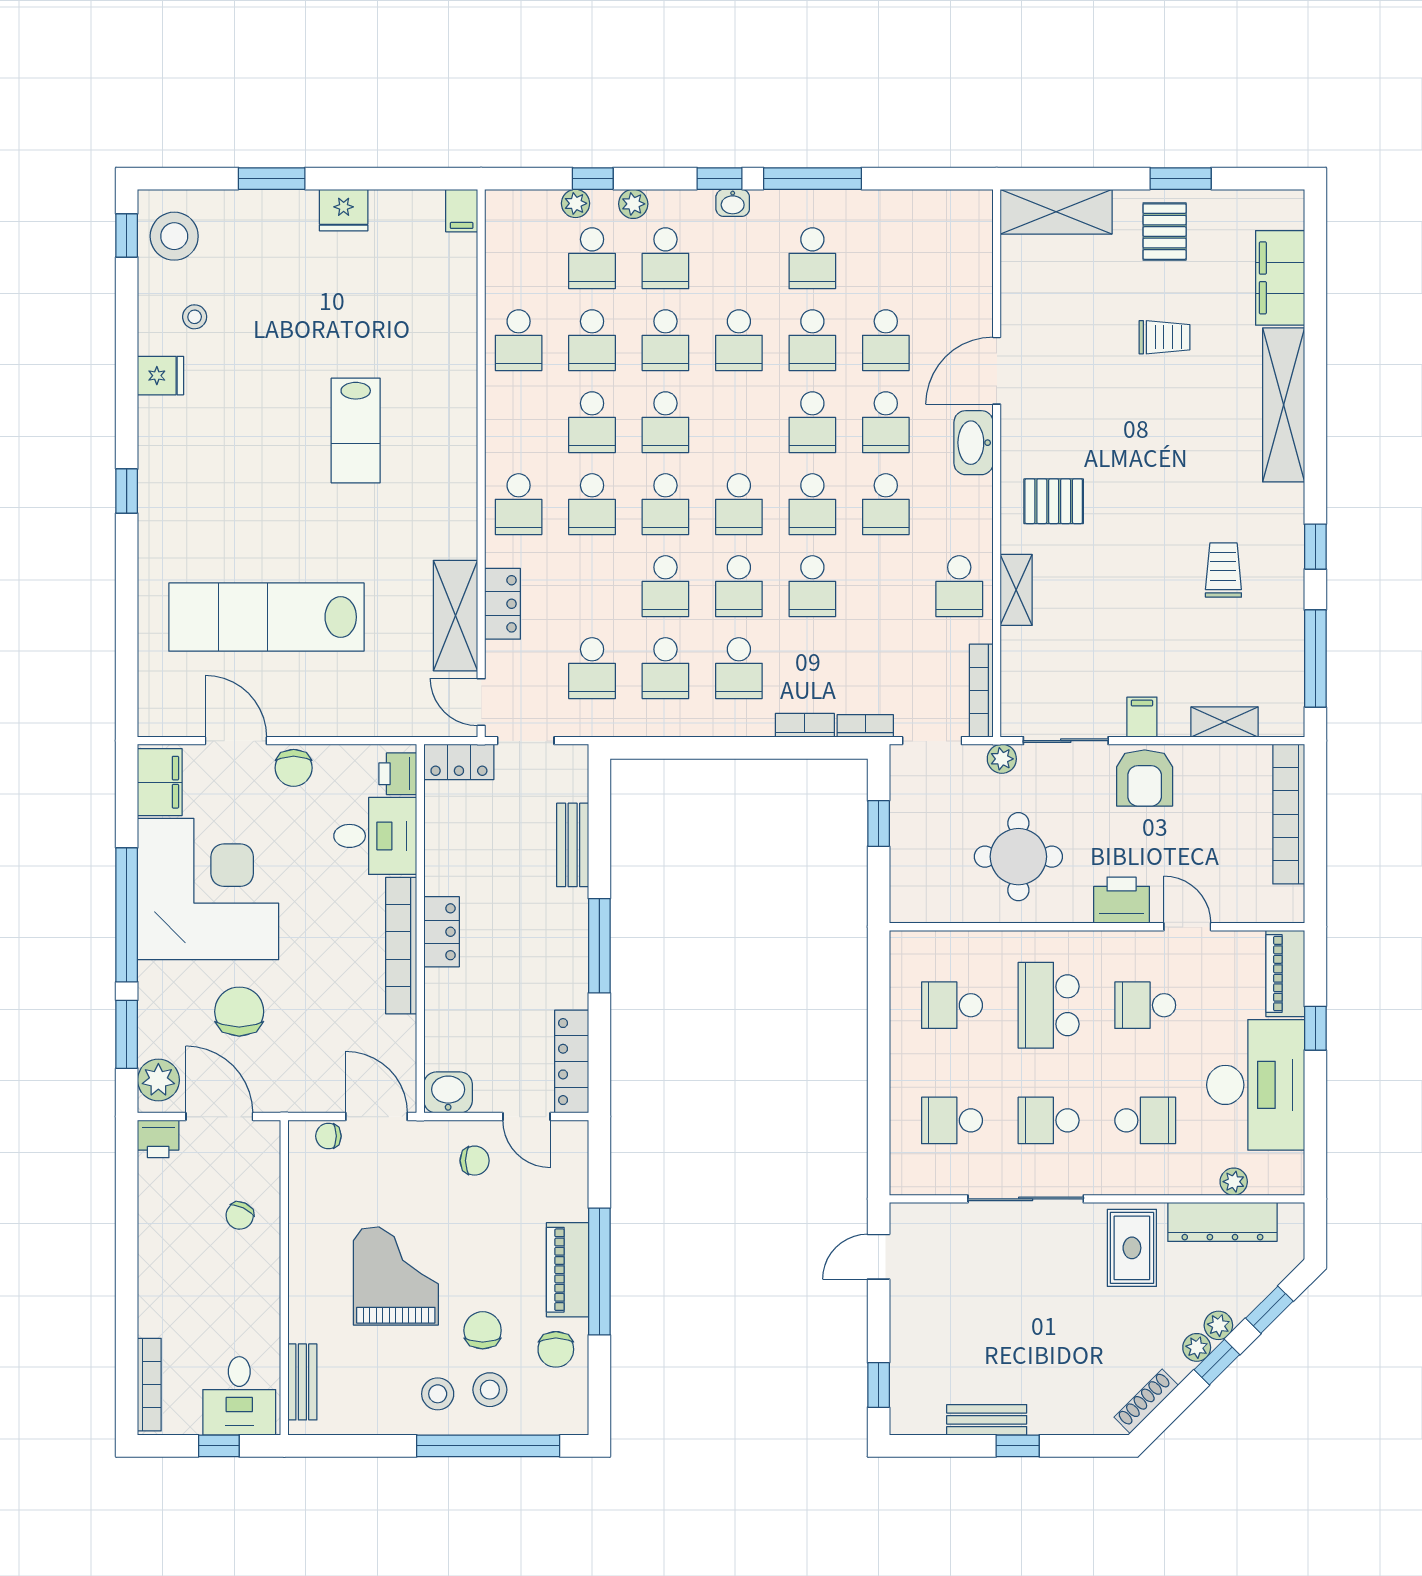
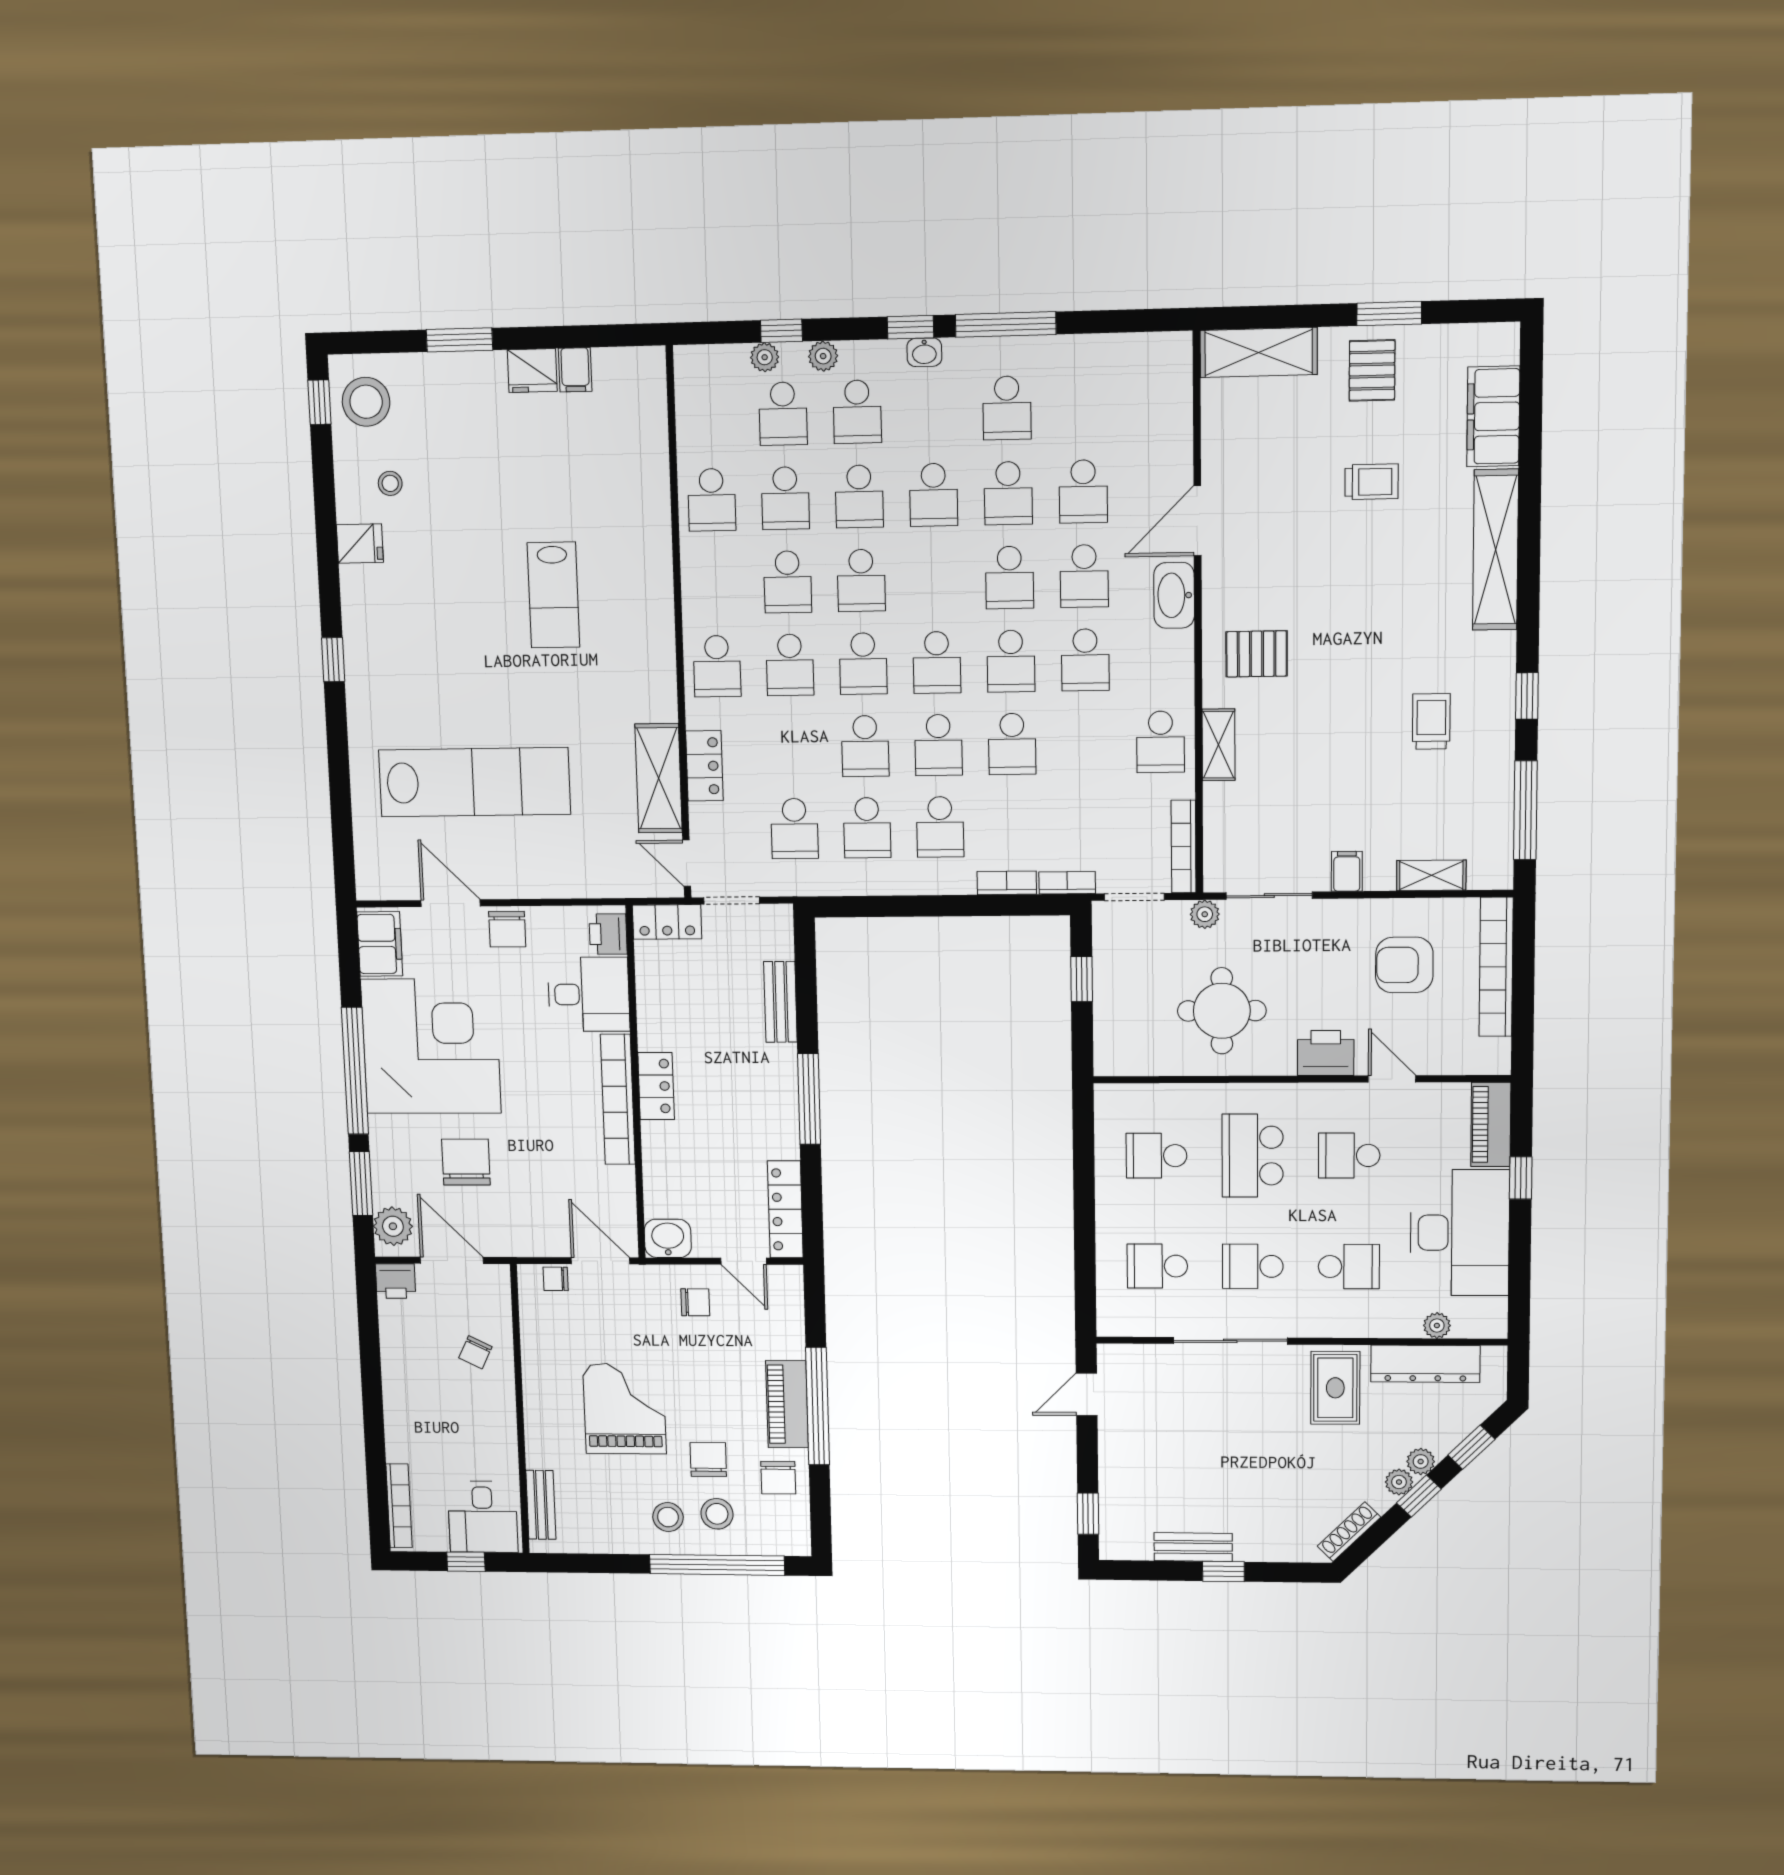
filing cabinet: (462, 211) -> (575, 370), moved
lab bench: (266, 617) -> (474, 782), turned 180
armchair: (1145, 778) -> (1404, 965), moved, turned 90

